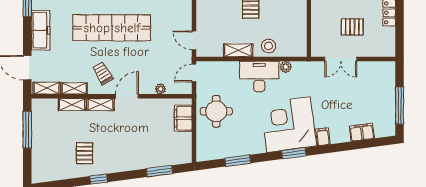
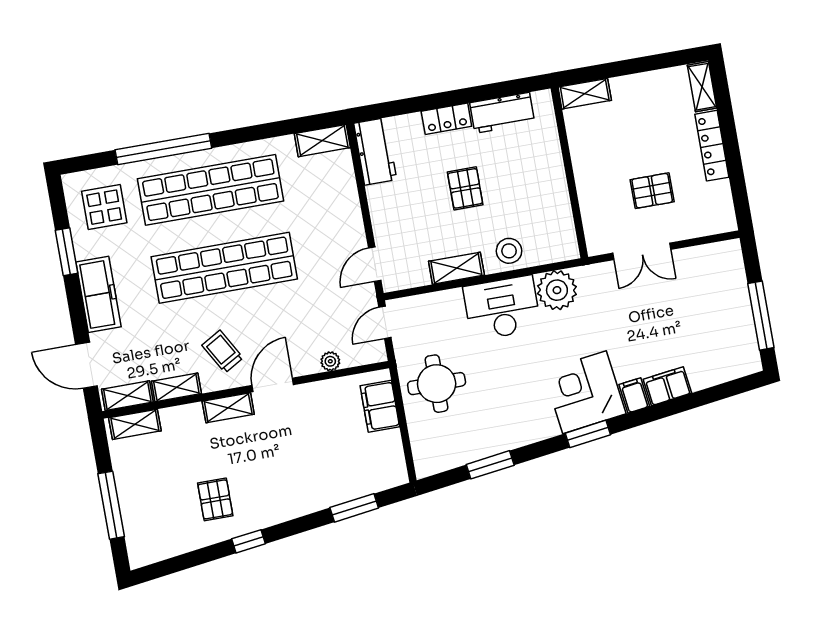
door: (194, 40) -> (375, 264), hinge flipped
plant: (286, 67) -> (557, 290), width x1.88, depth x1.88
shelving: (72, 105) -> (135, 424), moved
corner desk: (289, 125) -> (584, 392), width x0.74, depth x0.74
window: (27, 130) -> (111, 505), moved
filing cabinet: (362, 132) -> (667, 386), moved

